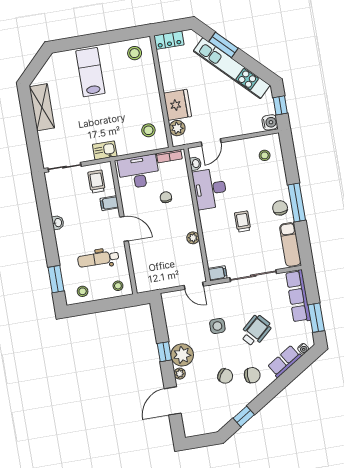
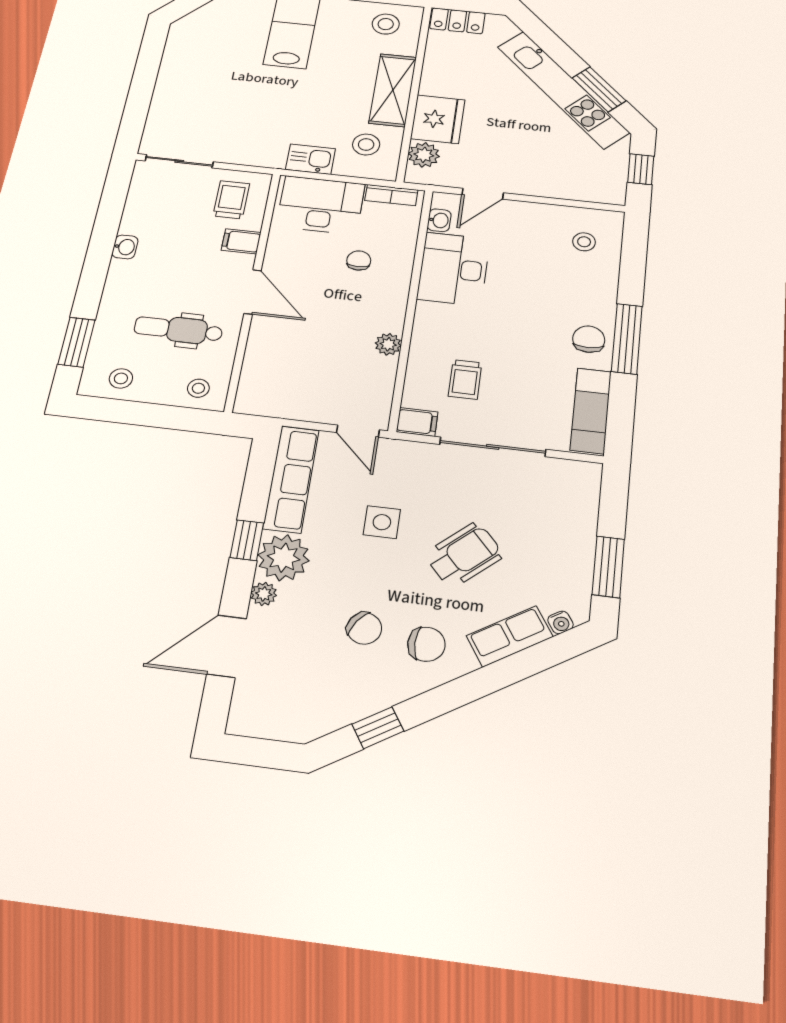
window: (224, 45) -> (599, 89), moved
shelving: (42, 107) -> (393, 90), moved
water cooler: (270, 122) -> (611, 191), removed
kitchen sink: (105, 150) -> (311, 159), moved
trolley: (243, 221) -> (465, 379), moved, turned 180
row of seats: (298, 296) -> (291, 479), moved, turned 180

